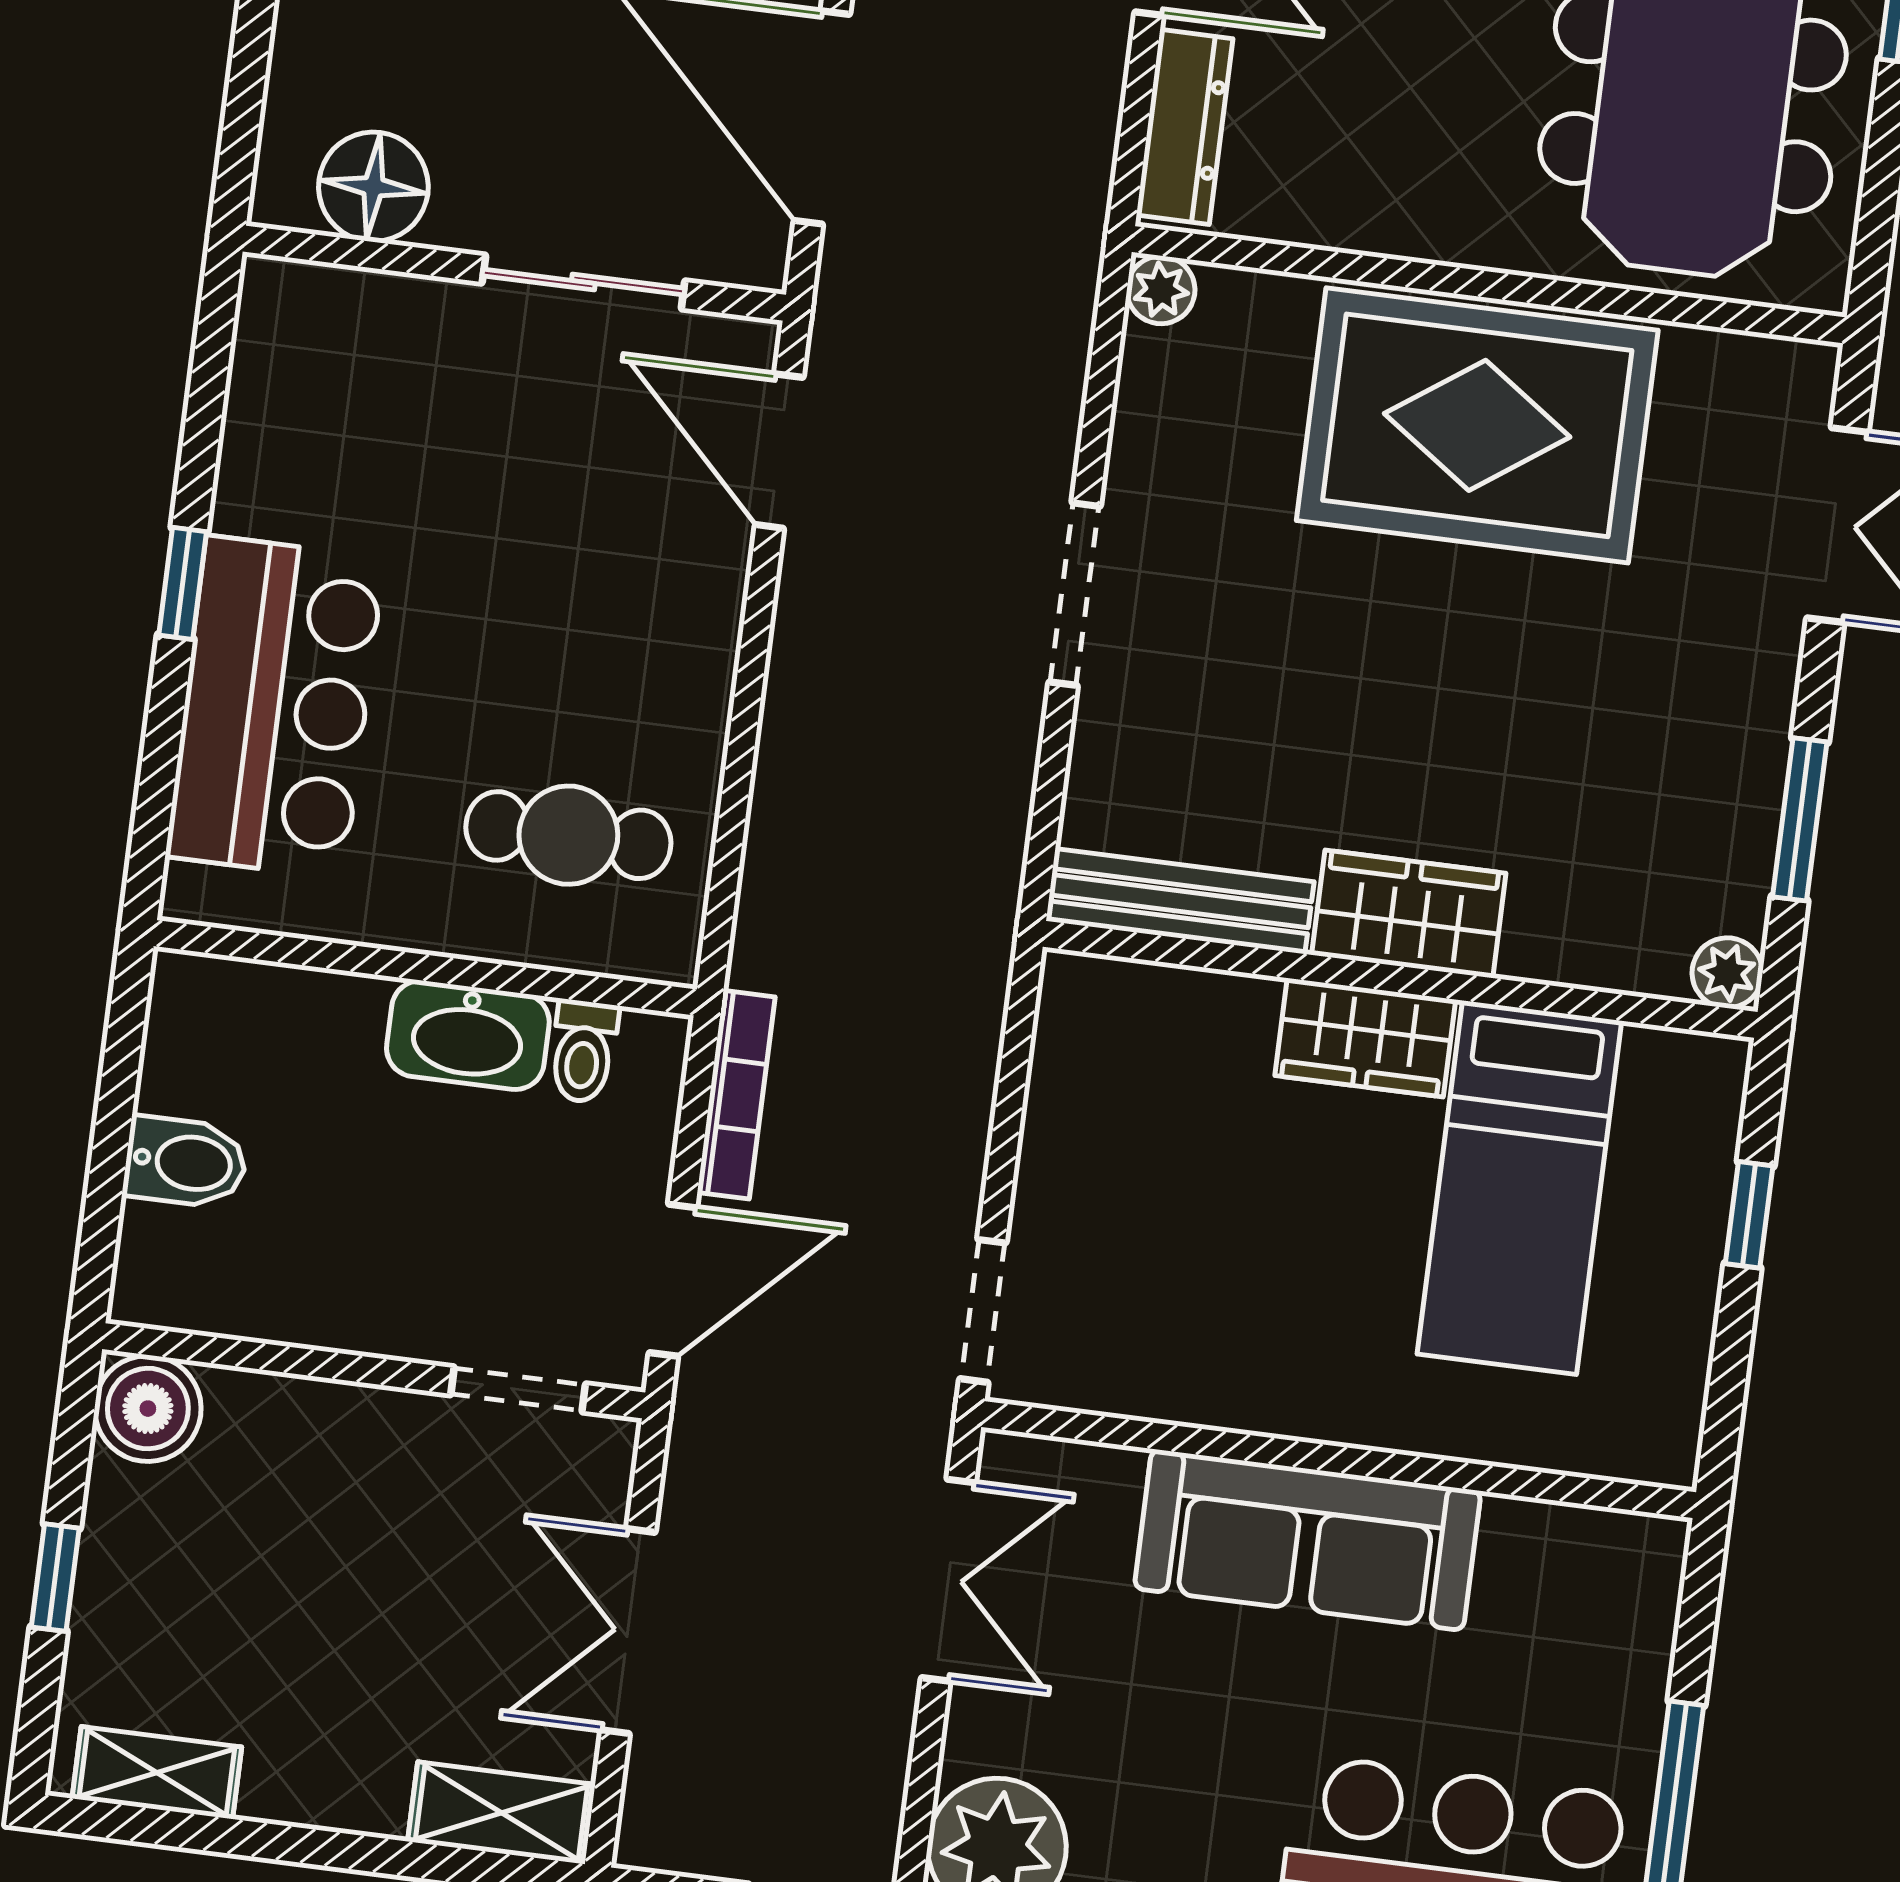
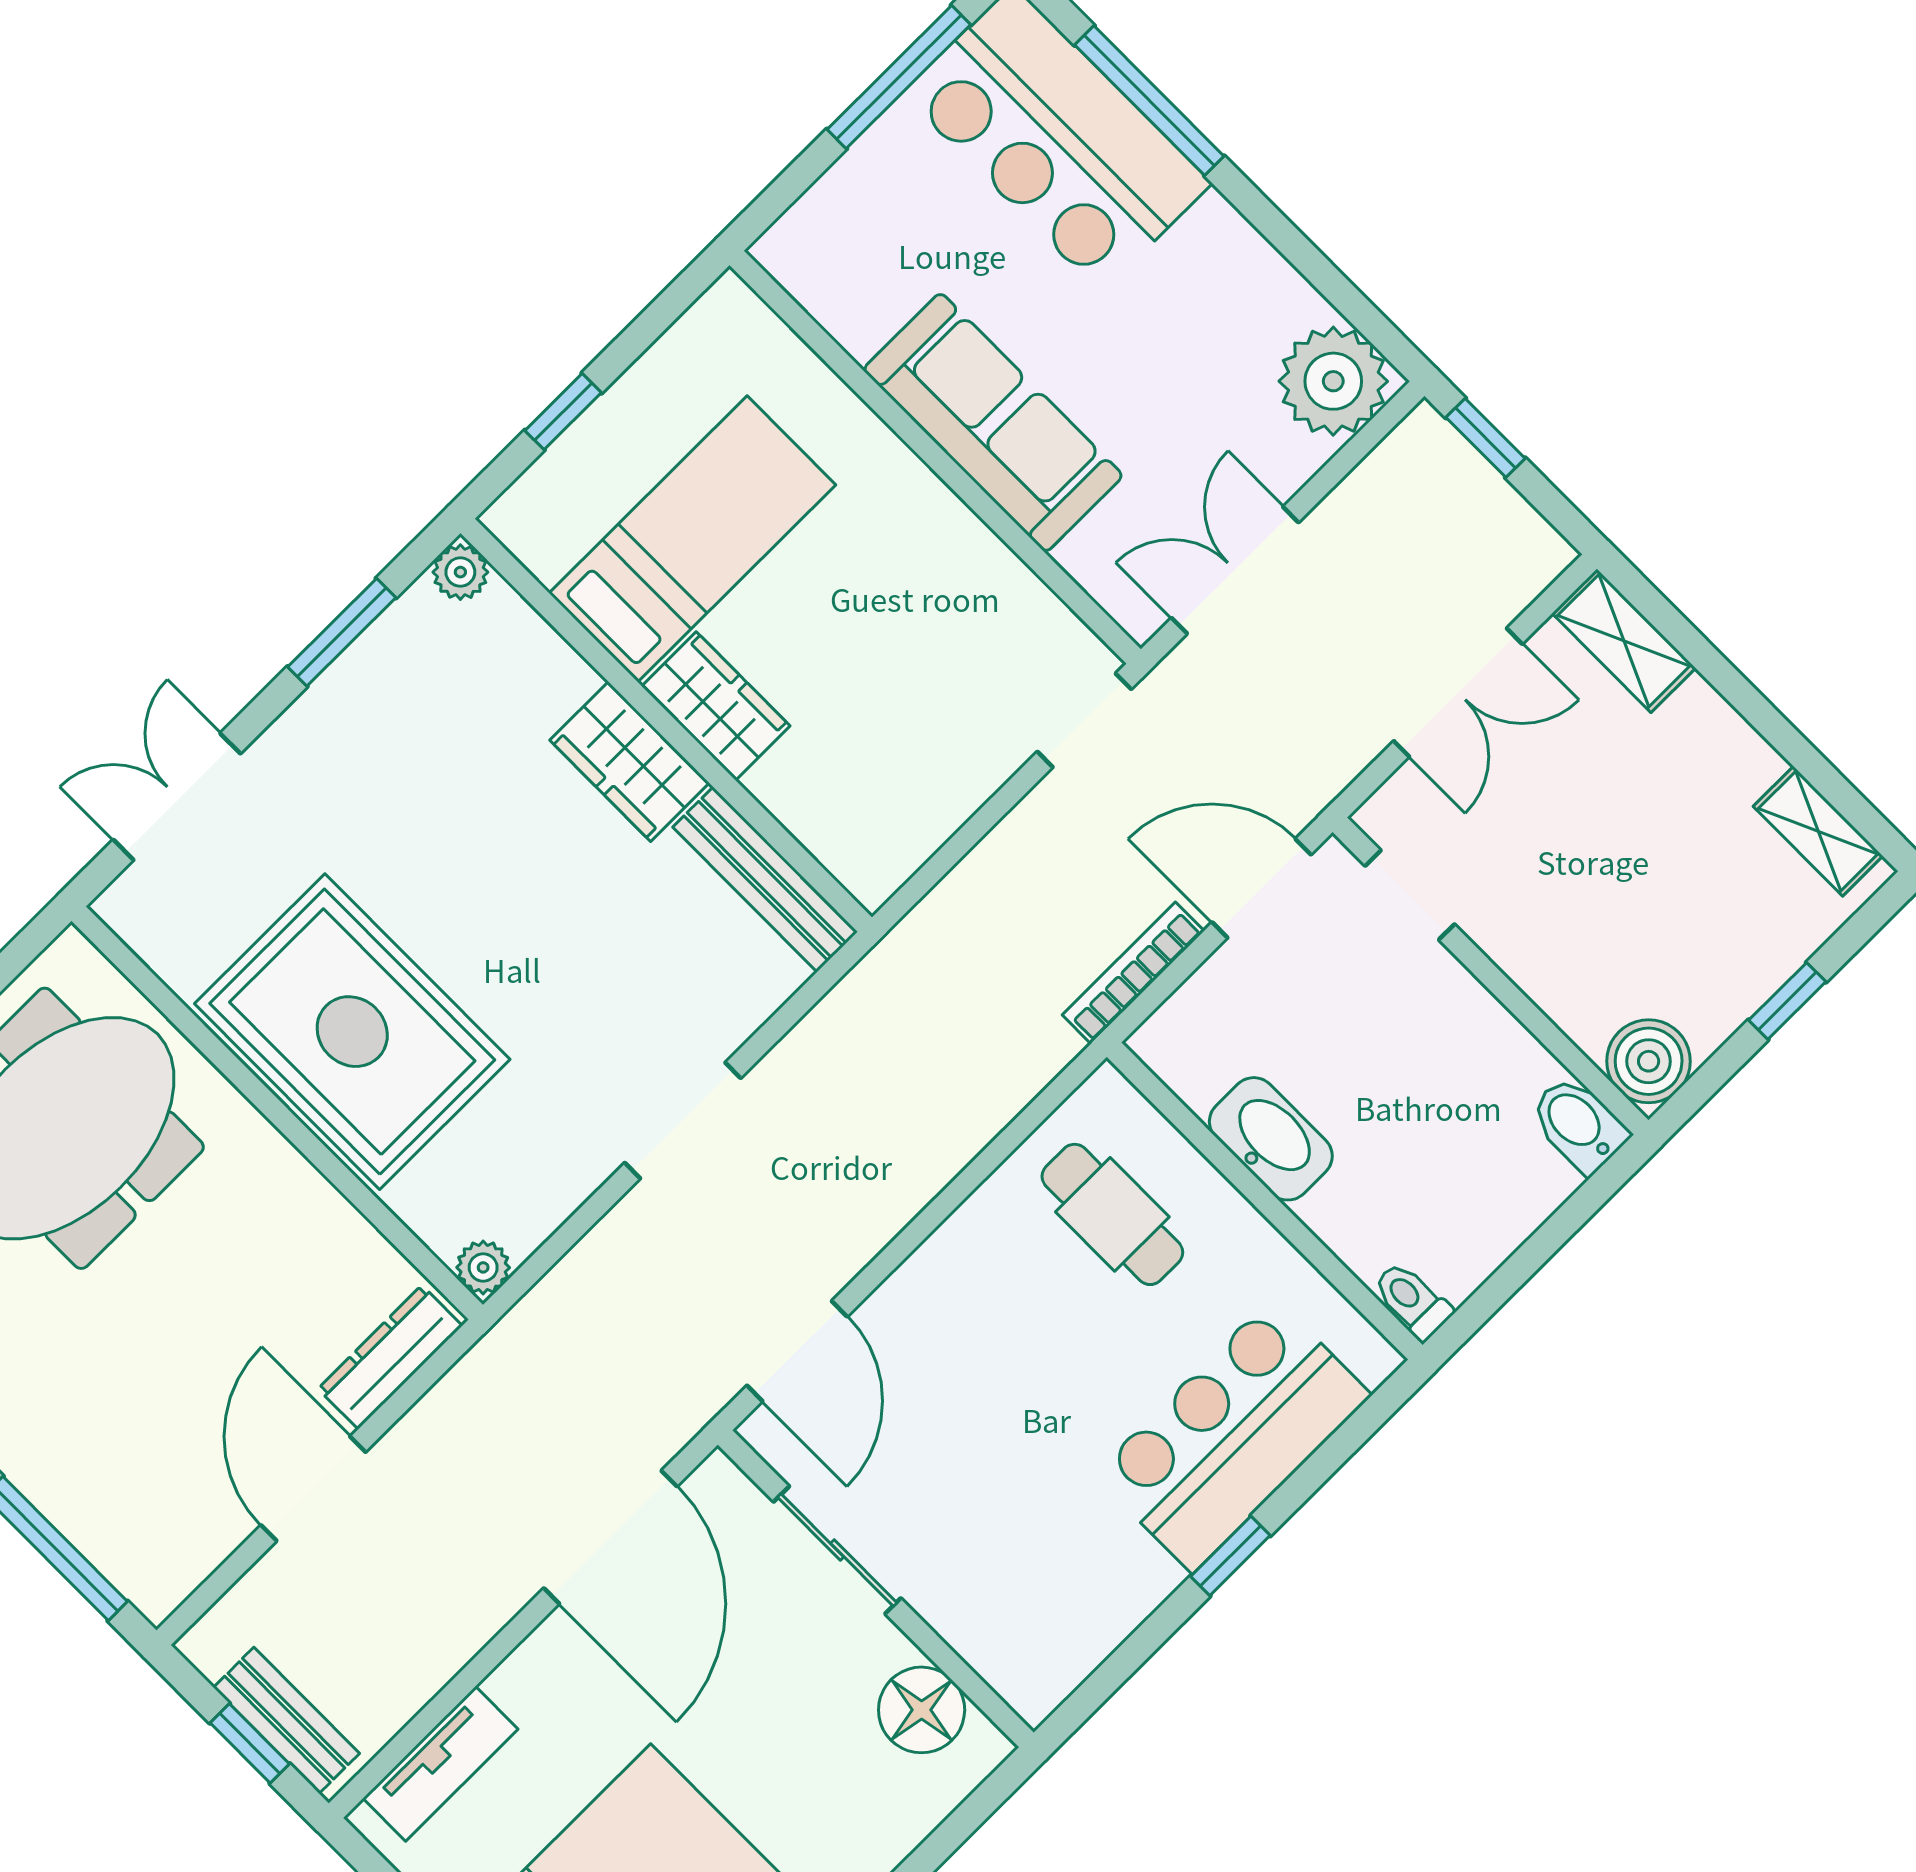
toilet: (583, 1051) -> (1412, 1301), moved, turned -90
bidet: (185, 1162) -> (1579, 1124), moved

